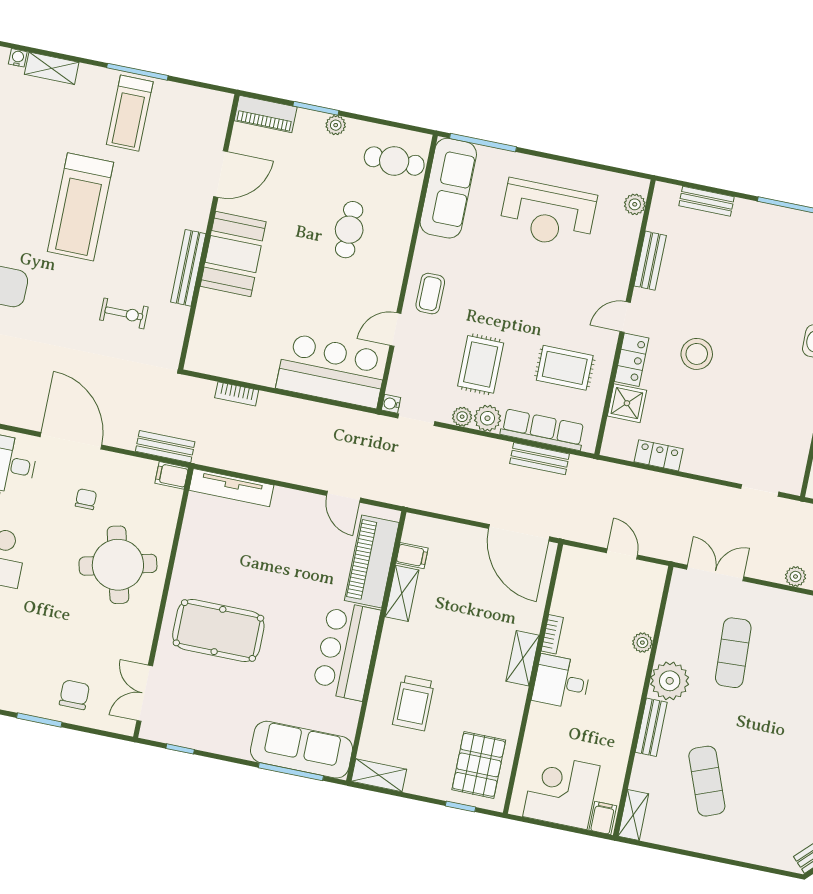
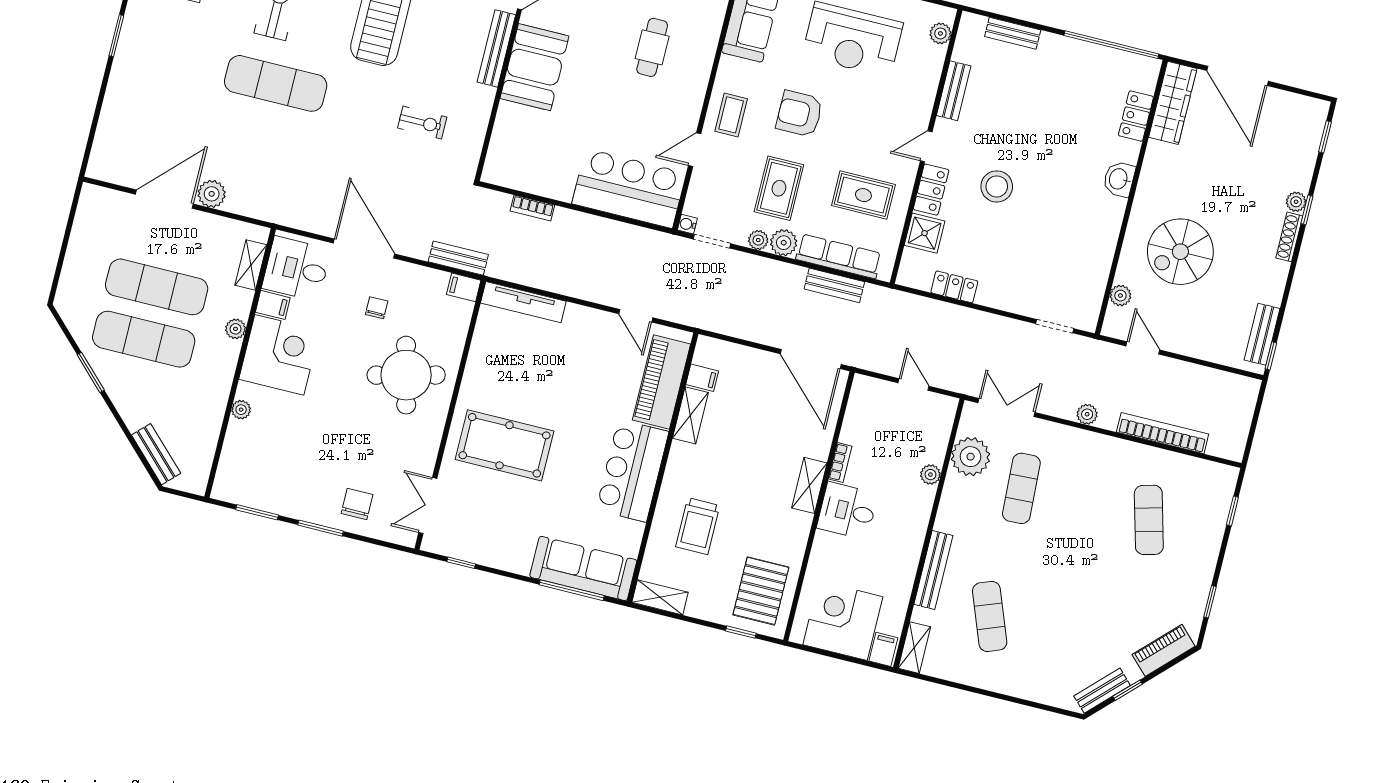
bench: (188, 268) -> (496, 48), moved
armchair: (498, 290) -> (799, 114), added
plant: (670, 681) -> (971, 457), moved
bench: (651, 727) -> (933, 570), width x1.36

